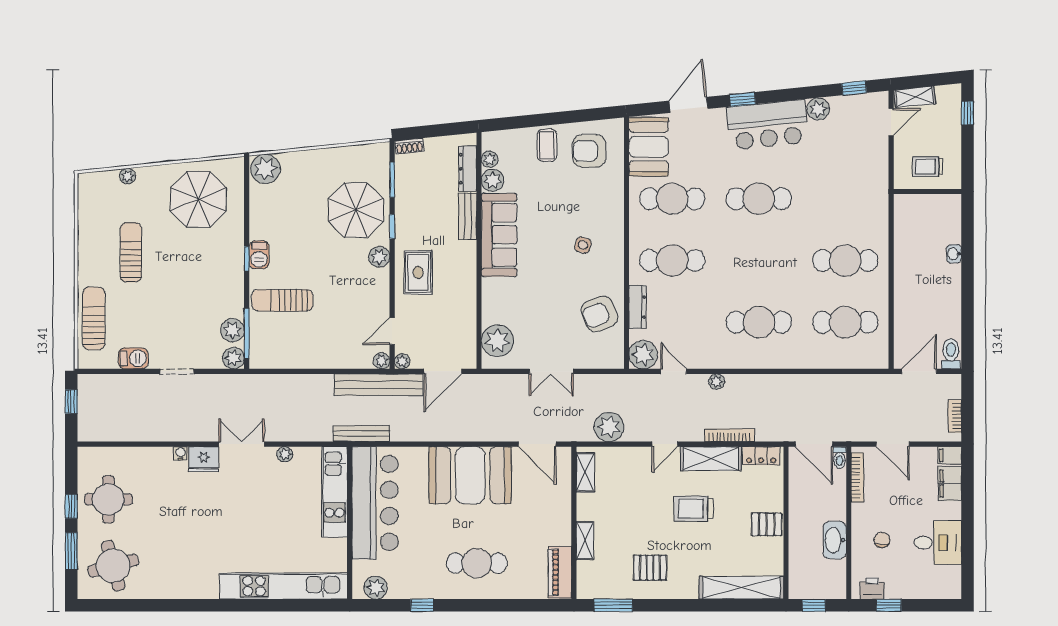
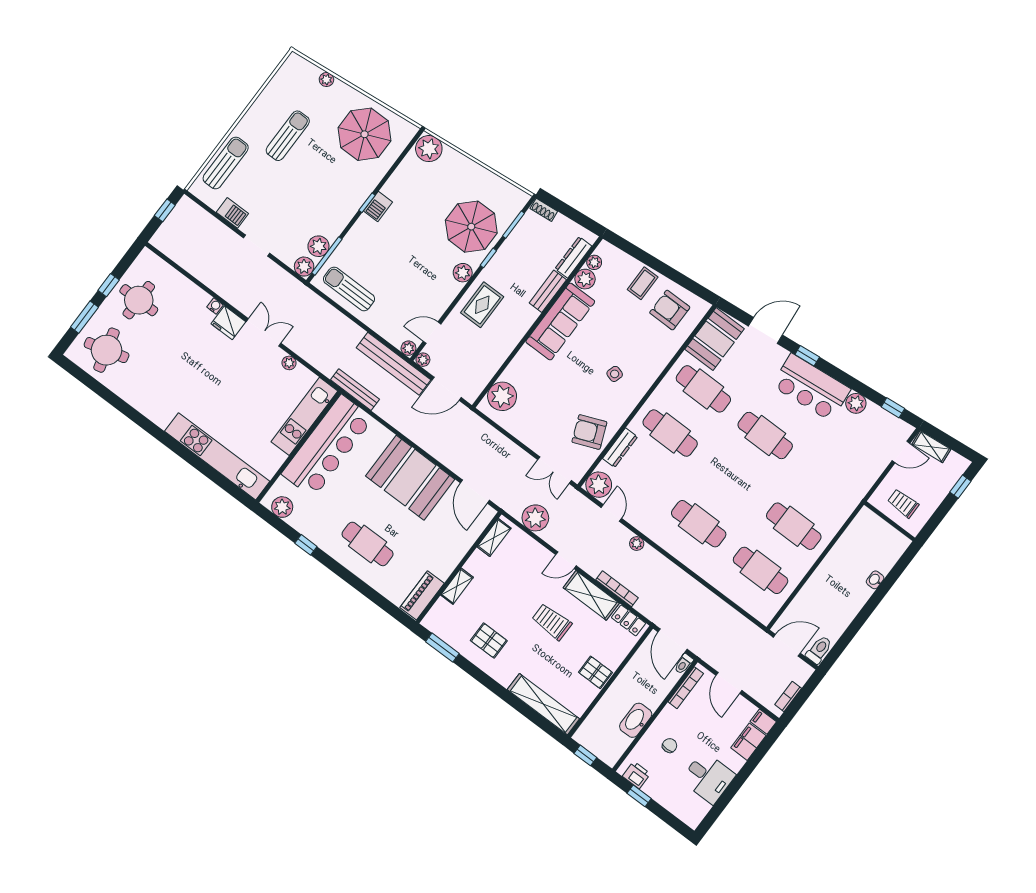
sun lounger: (282, 300) -> (349, 289), moved
double door: (551, 371) -> (555, 470), moved

